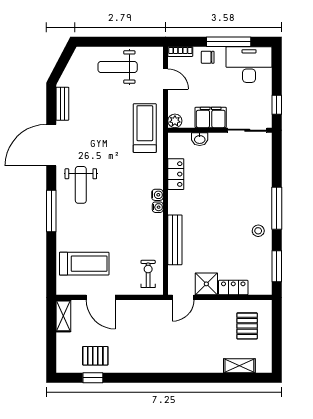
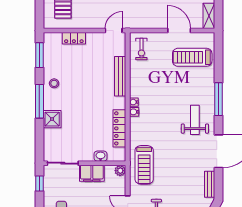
locker: (176, 174) -> (119, 128), width x1.53
shower: (206, 284) -> (52, 119), moved

